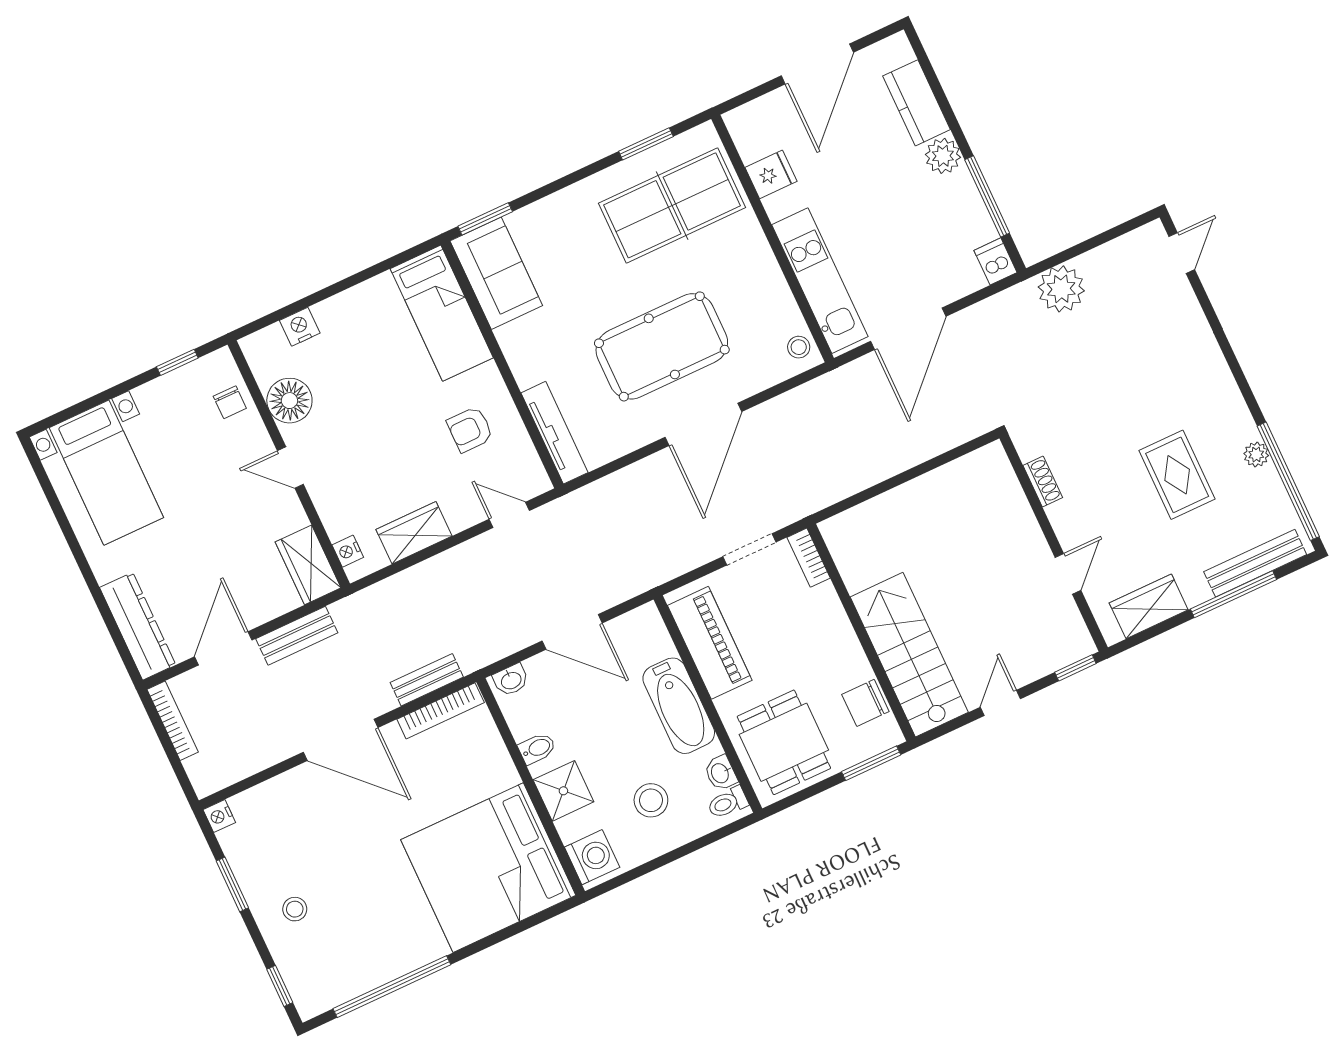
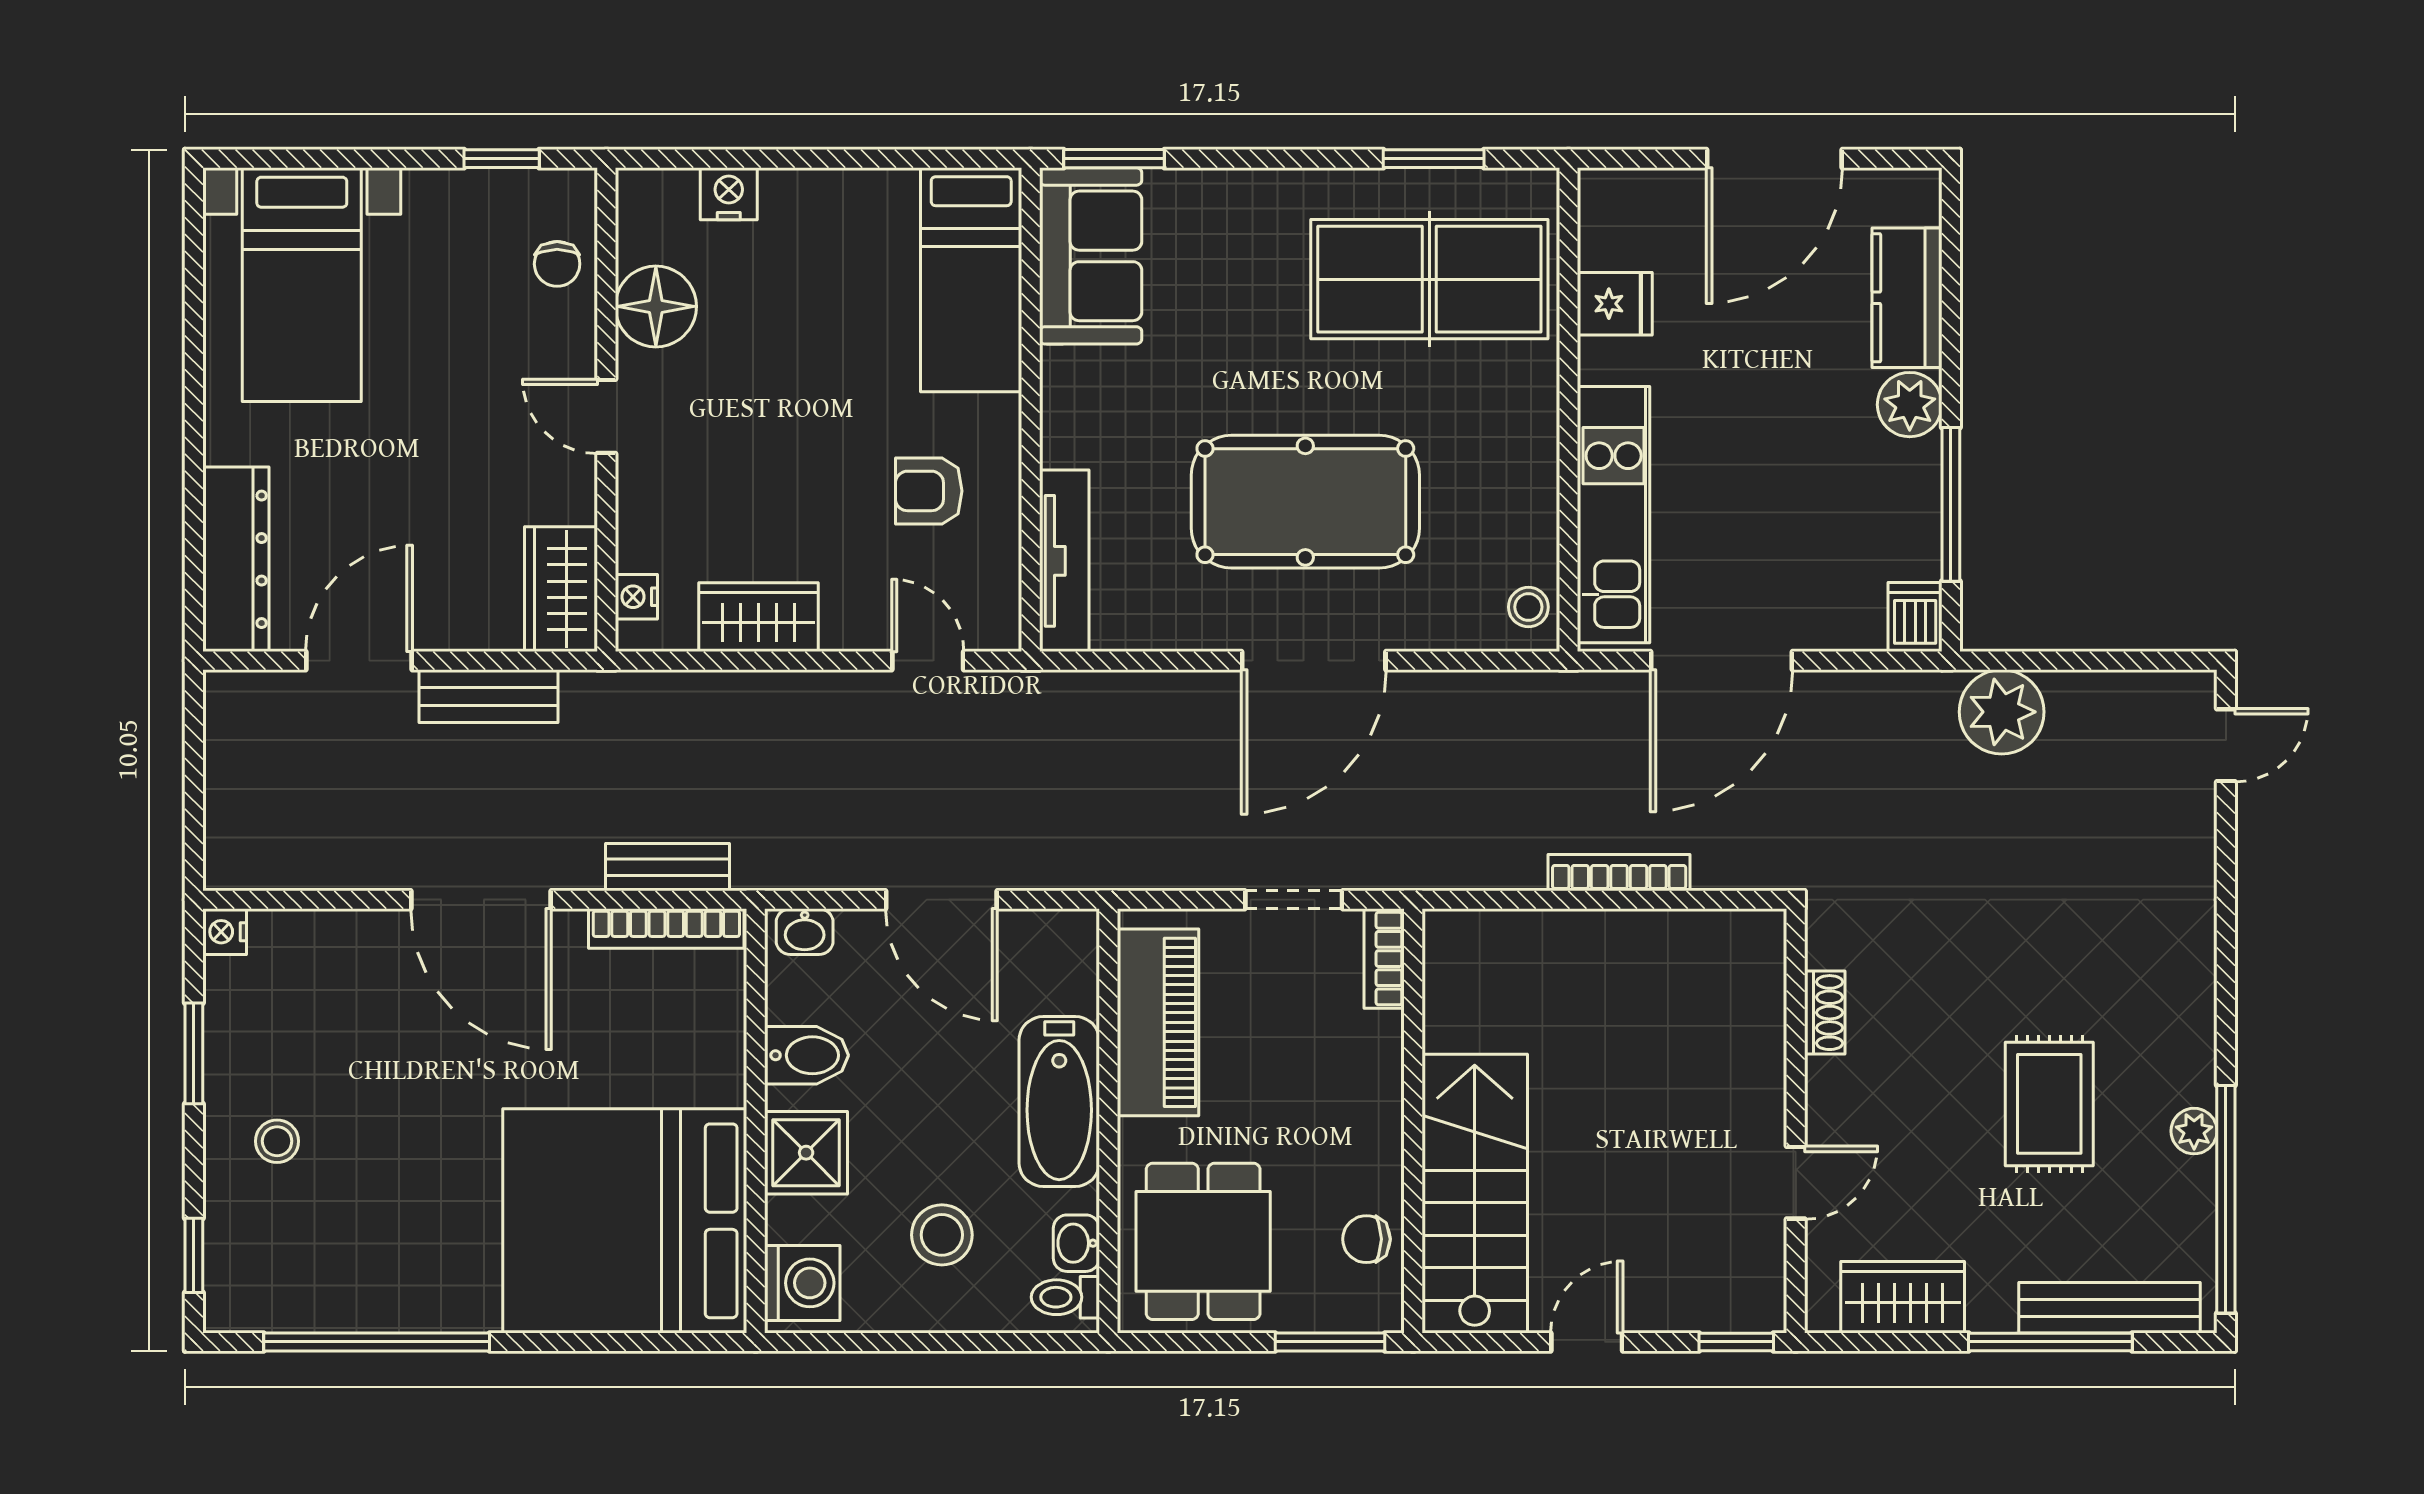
chair: (865, 703) -> (1366, 1239), width x0.73, depth x0.73
bookcase: (173, 721) -> (1619, 873), moved, turned -90
bidet: (537, 748) -> (807, 1055), width x1.38, depth x1.36

